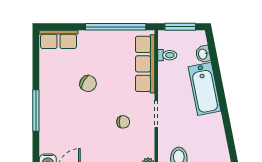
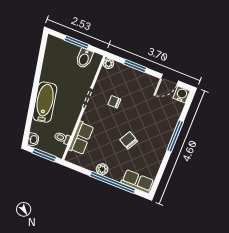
window: (116, 27) -> (113, 182), moved
plant: (106, 37) -> (102, 169), added
washbasin: (203, 54) -> (33, 140), moved
row of seats: (145, 64) -> (81, 138), width x0.68

